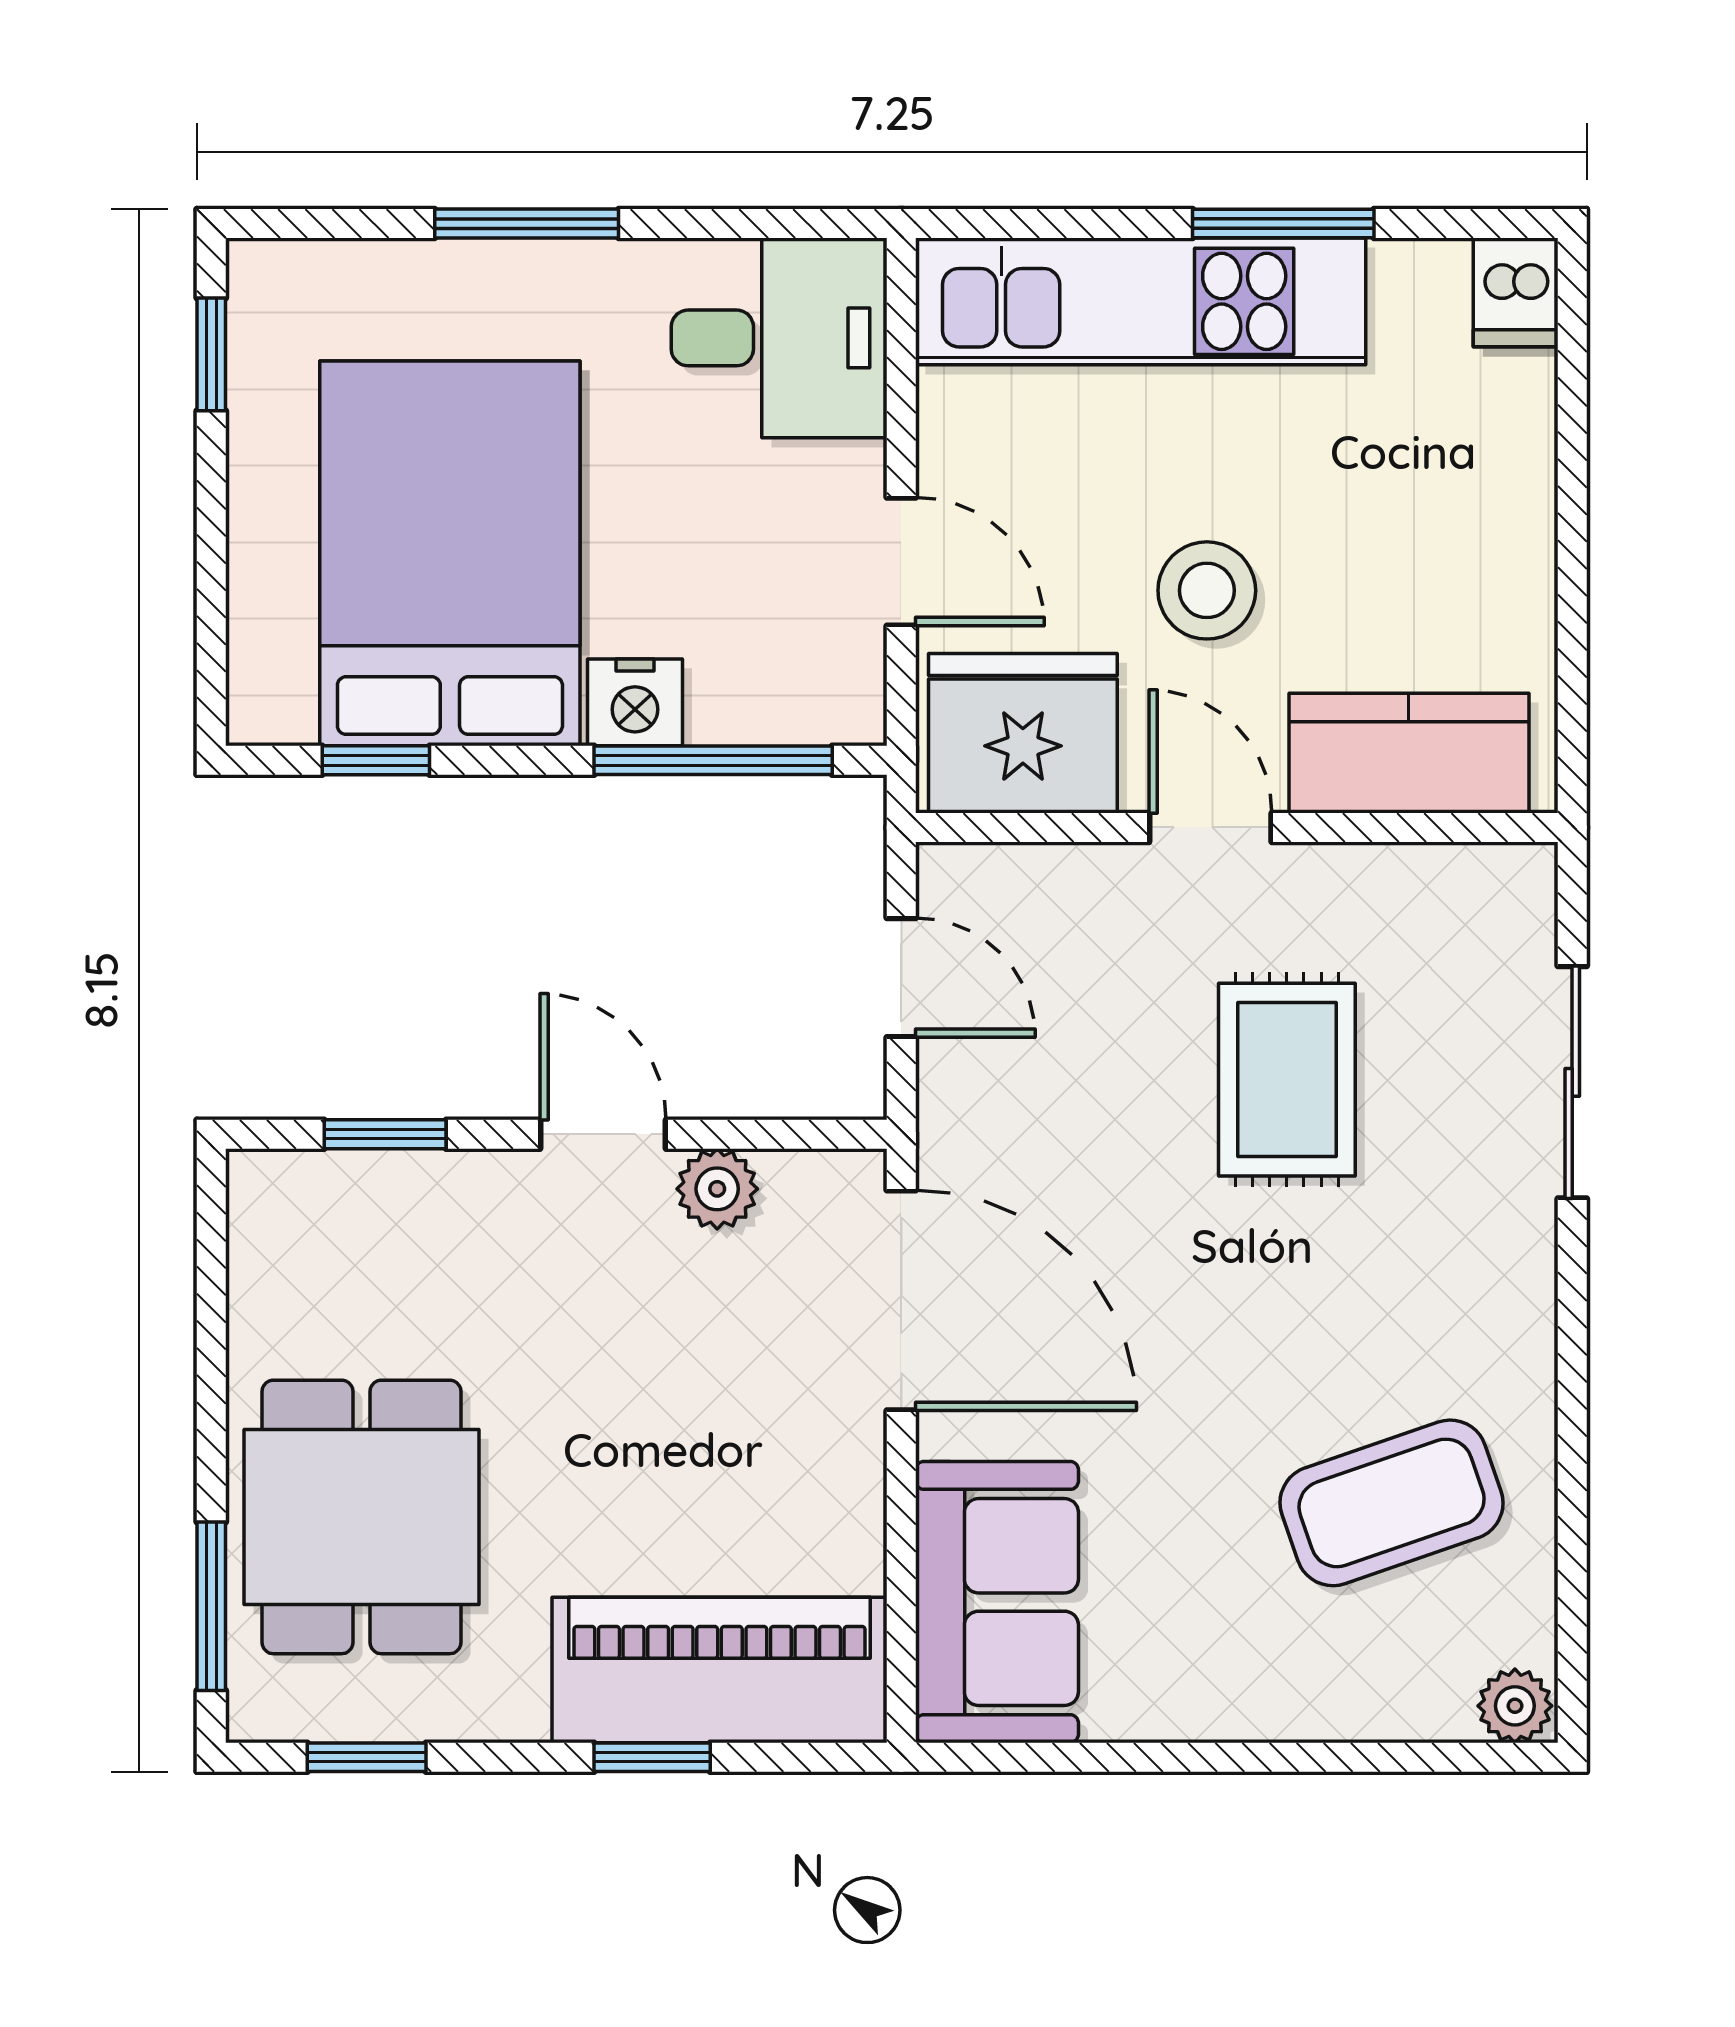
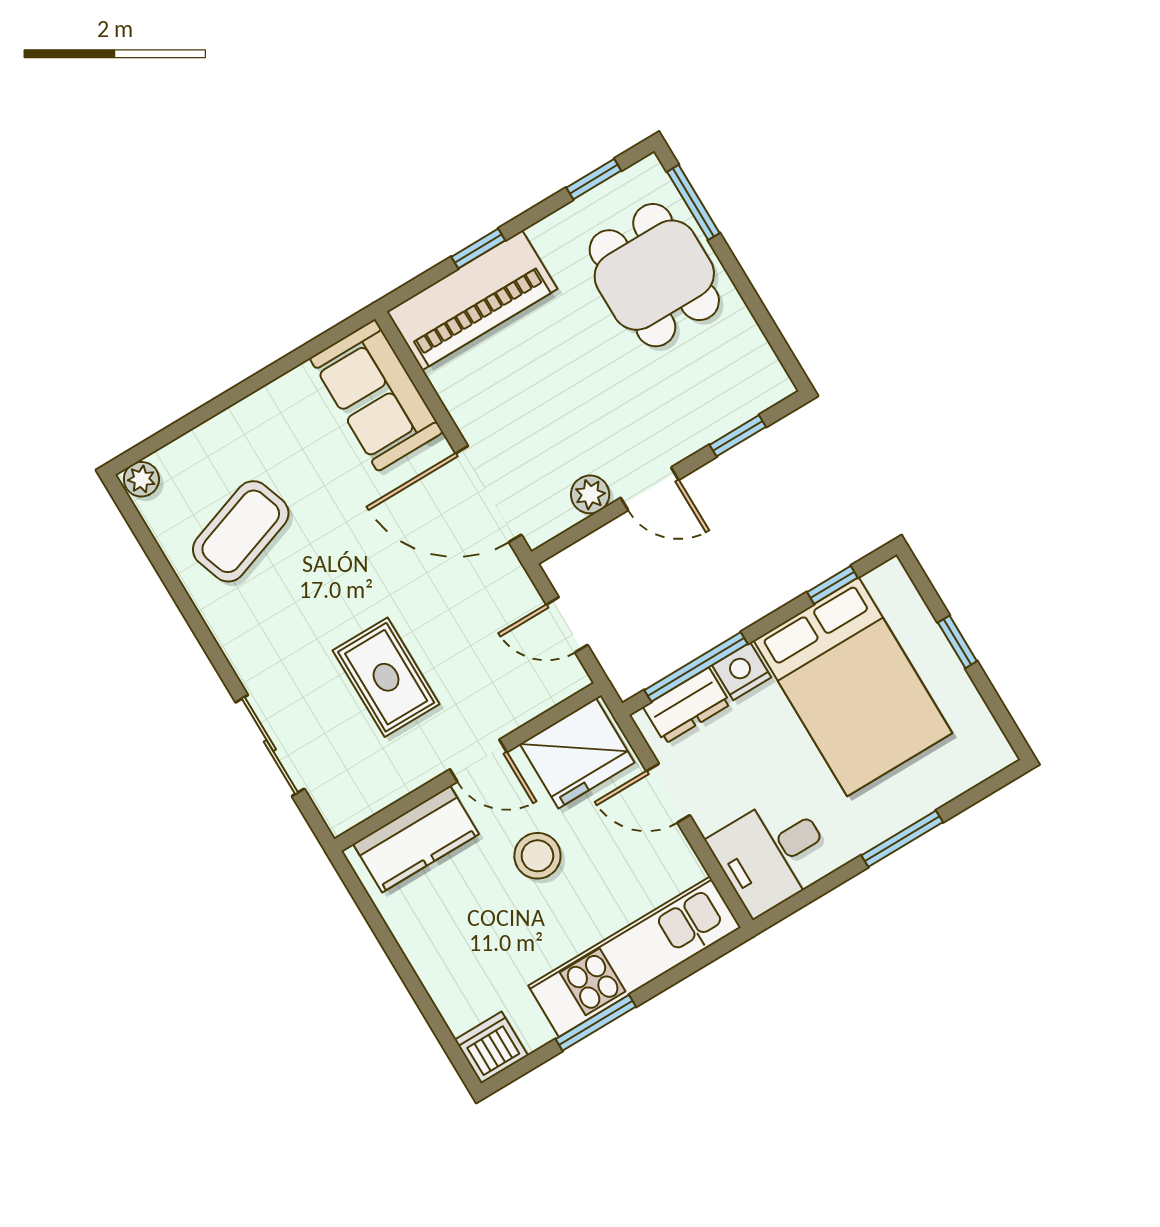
dishwasher: (1516, 292) -> (491, 1048), width x1.38
window: (211, 354) -> (957, 642), moved
dresser: (772, 700) -> (687, 706), added

